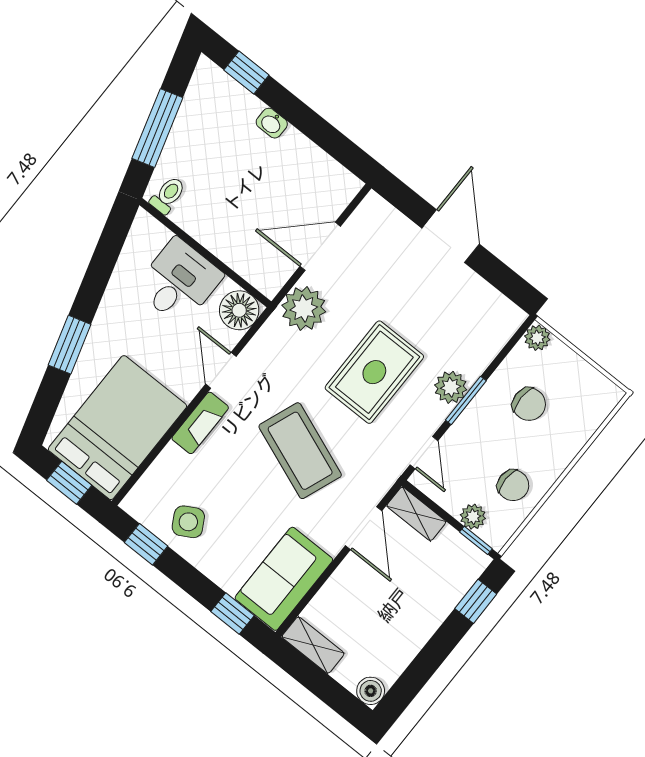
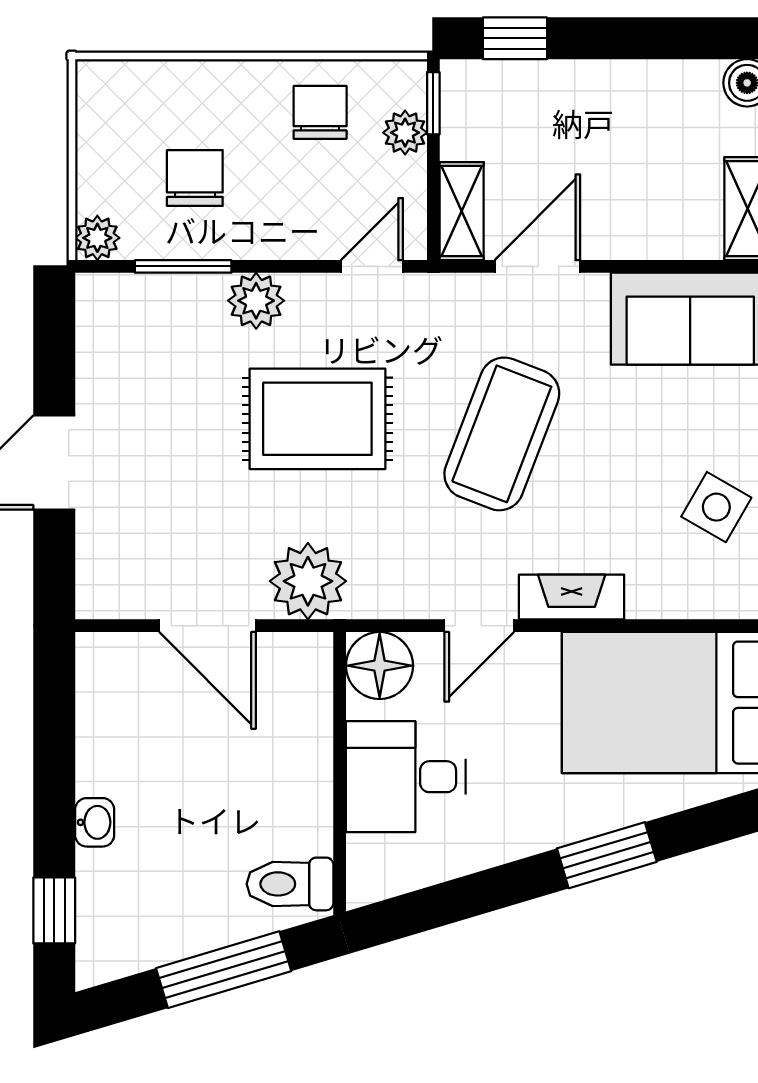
toilet: (168, 195) -> (290, 884), width x1.37, depth x1.39
window: (466, 400) -> (183, 266), moved
side table: (188, 522) -> (716, 507), turned -31

